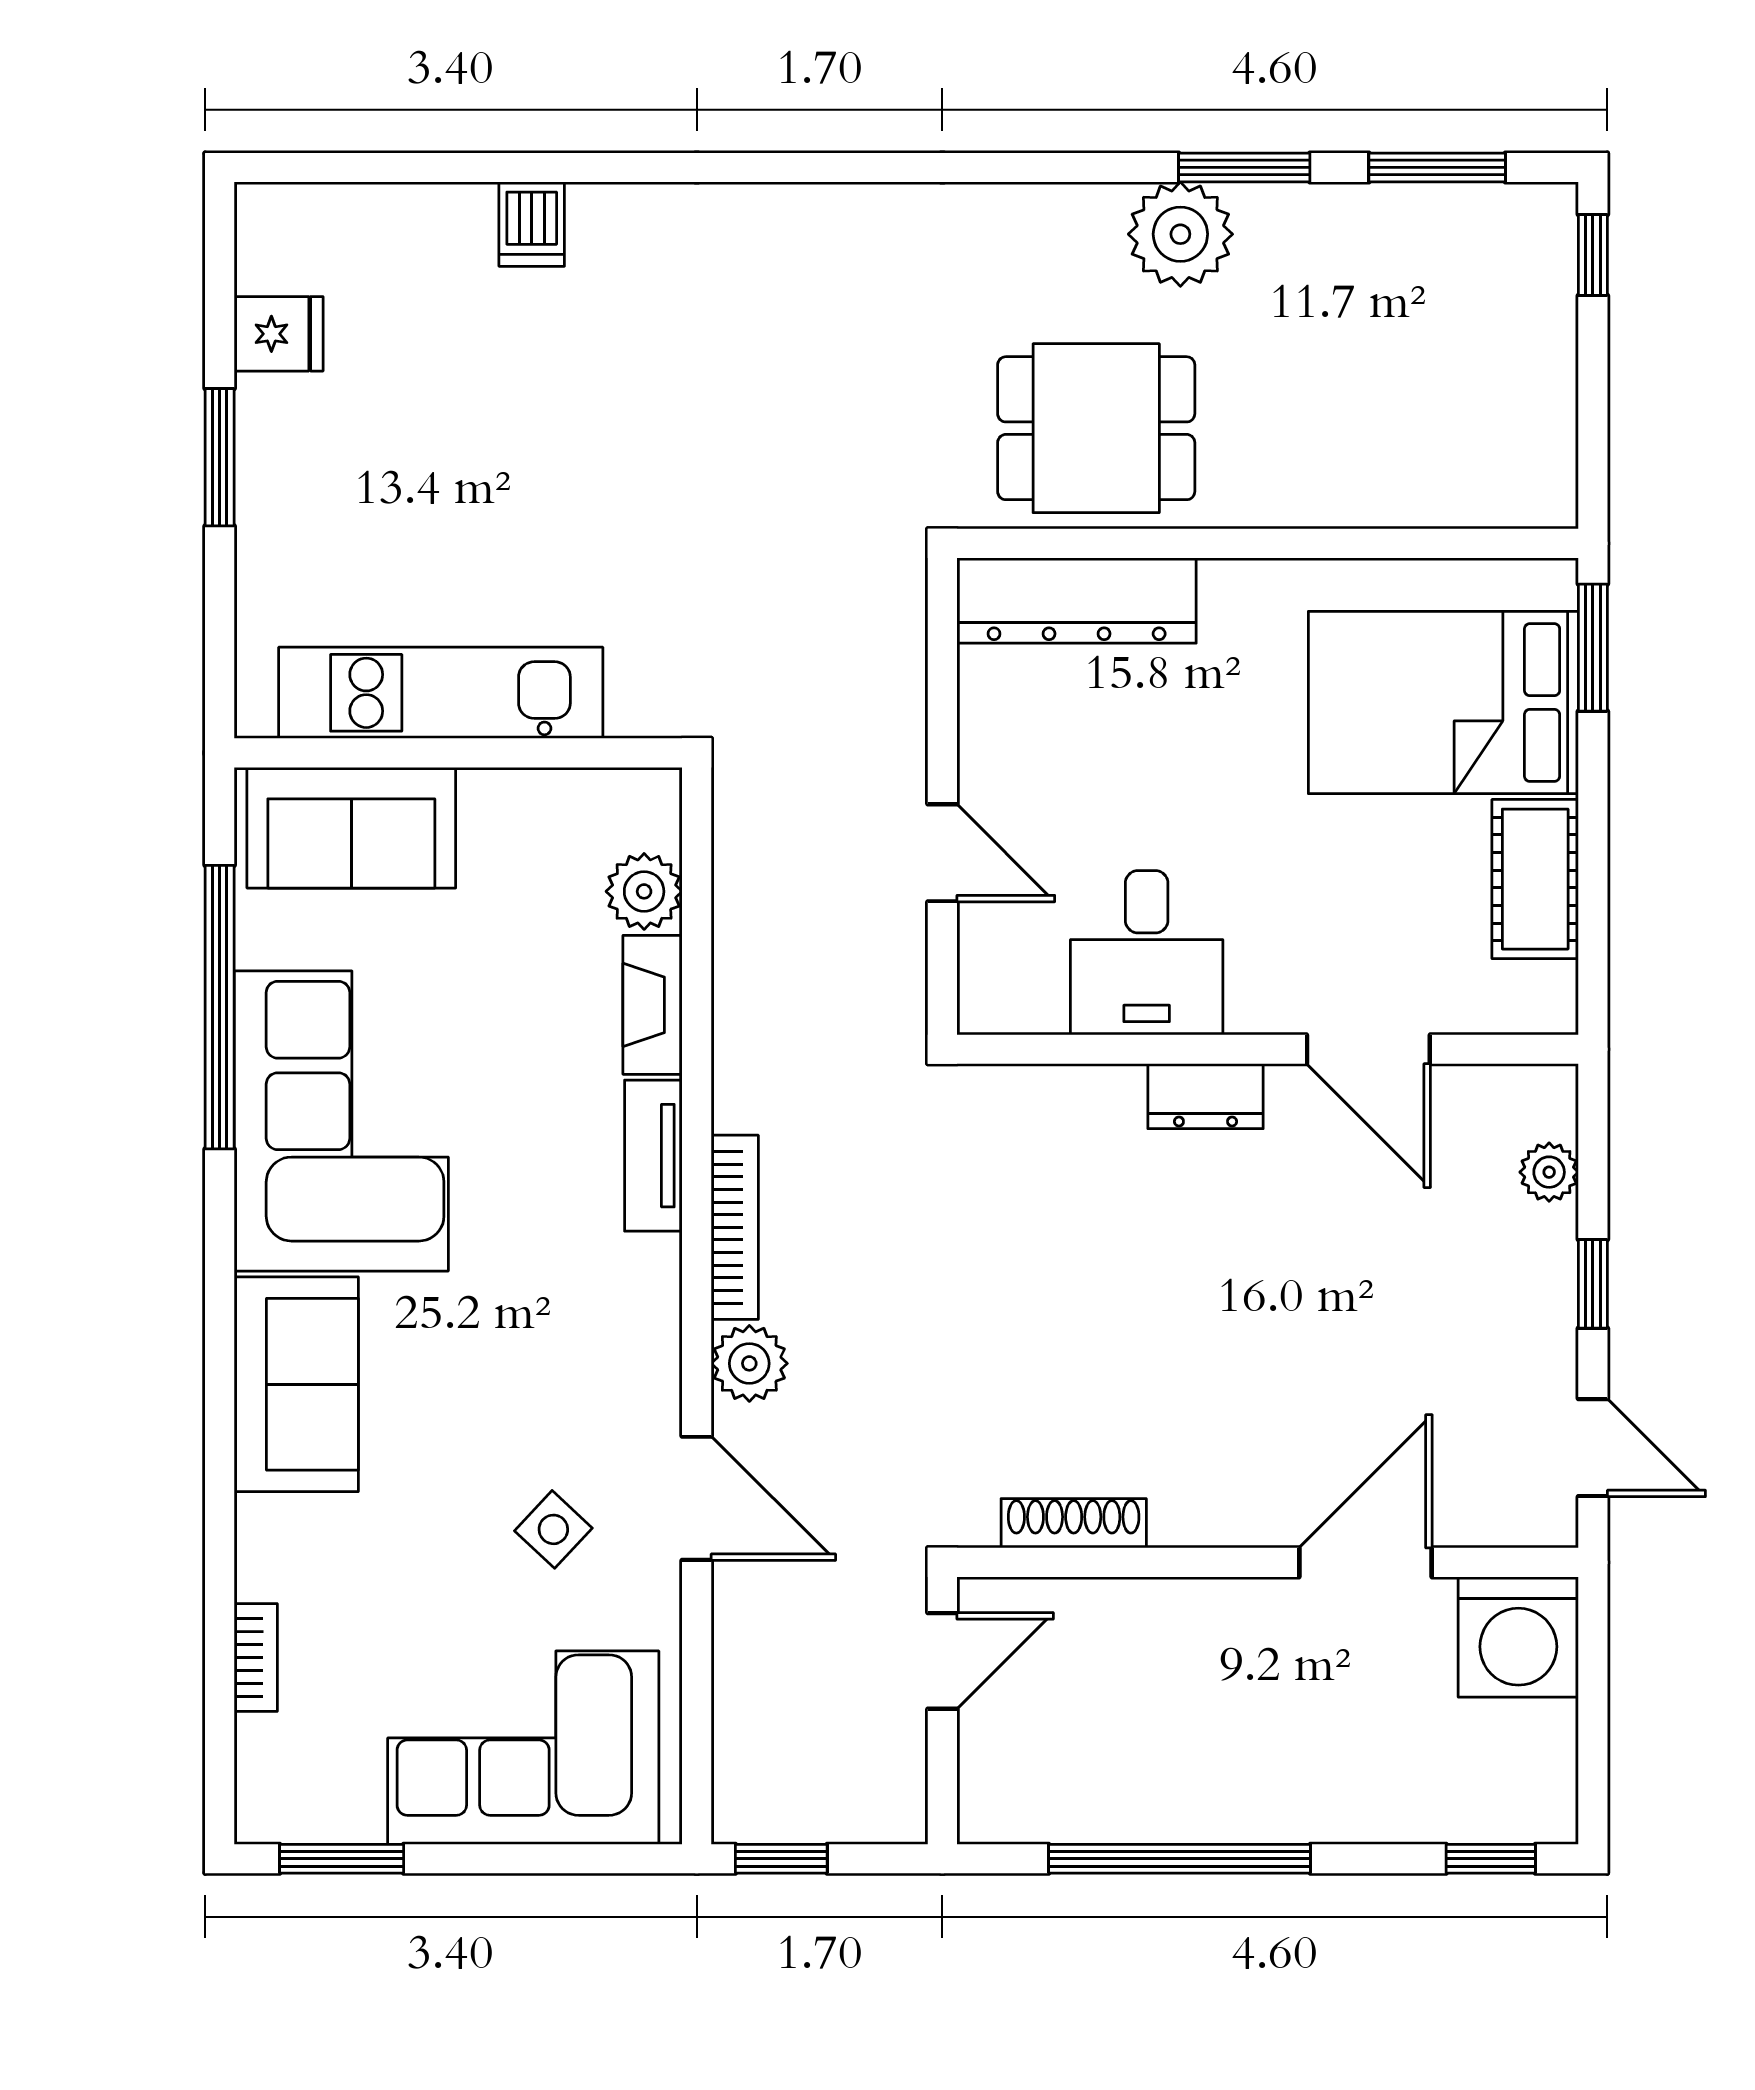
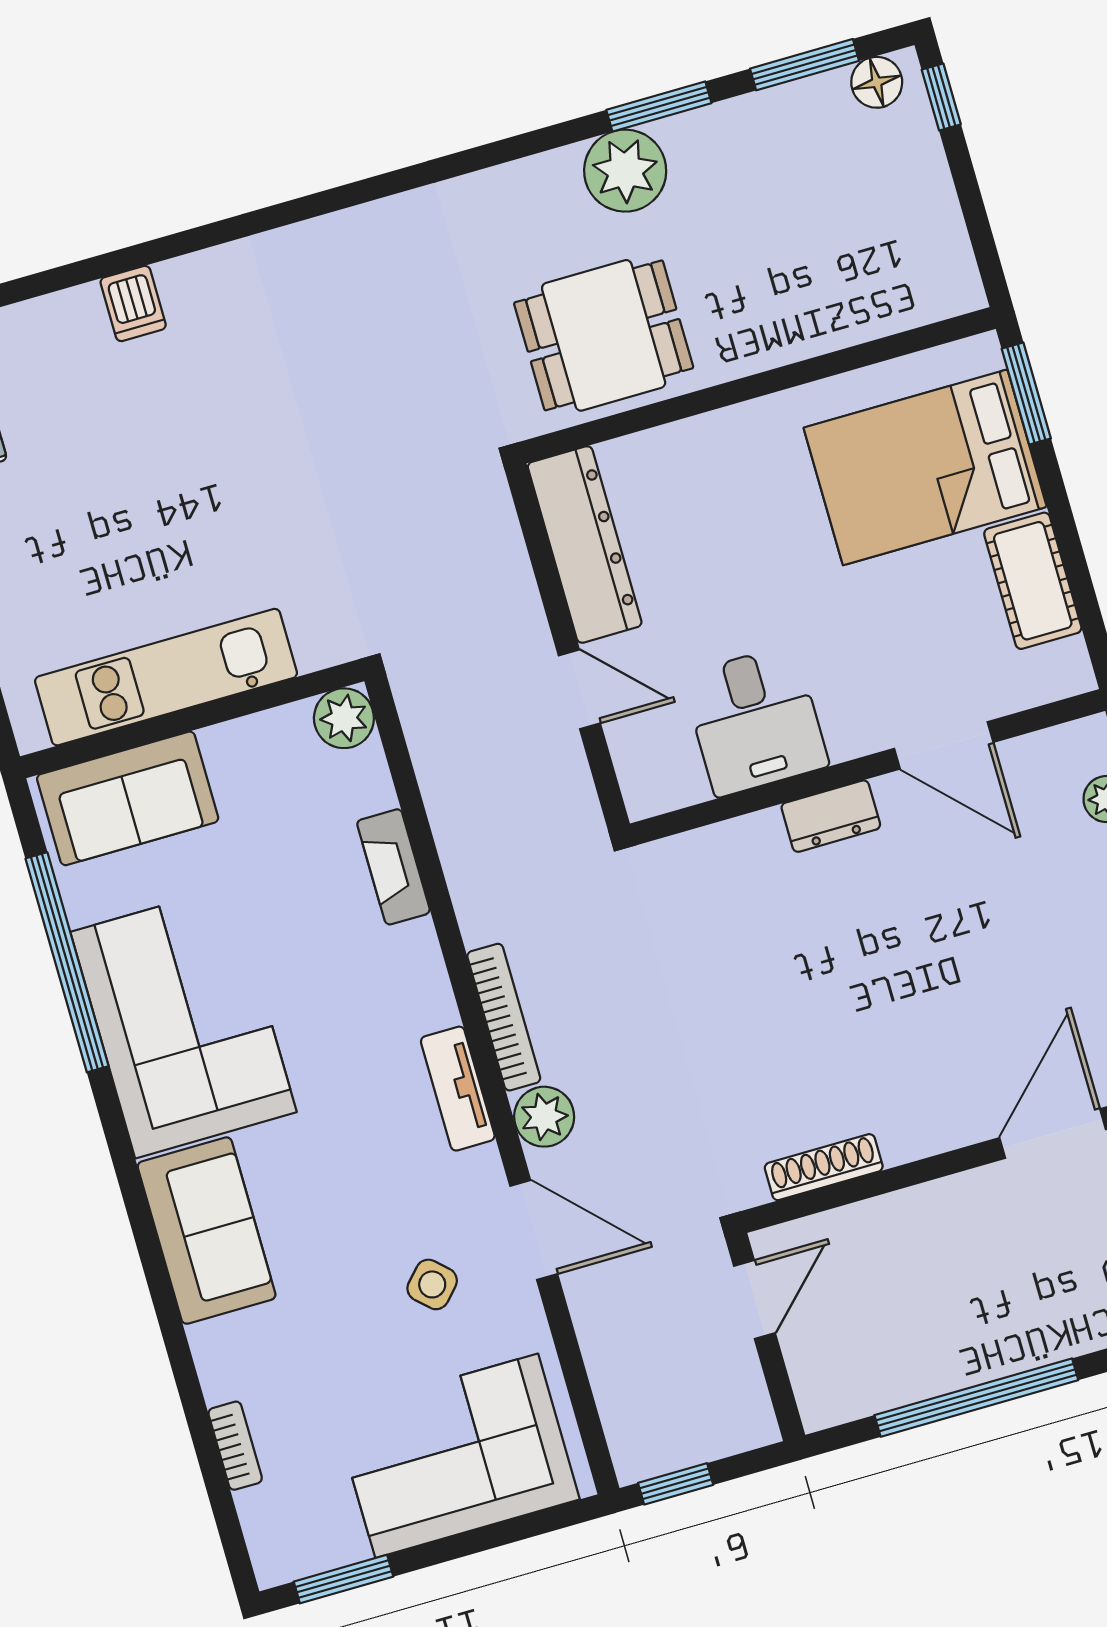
floor lamp: (1519, 214) -> (877, 82), added
dresser: (1077, 600) -> (585, 544), moved, turned -90
plant: (644, 891) -> (344, 718), moved
tv unit: (653, 1156) -> (458, 1089), moved

